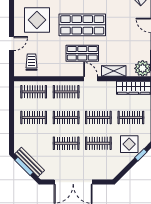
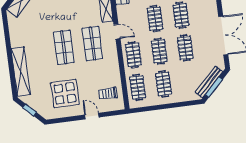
shop shelf: (82, 25) -> (64, 47), width x0.70, depth x0.74
door: (91, 79) -> (117, 32), swing flipped

